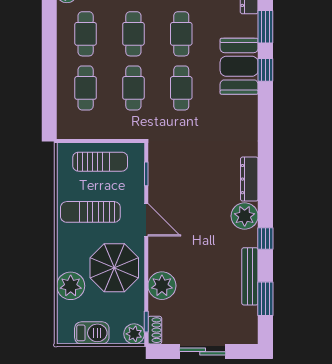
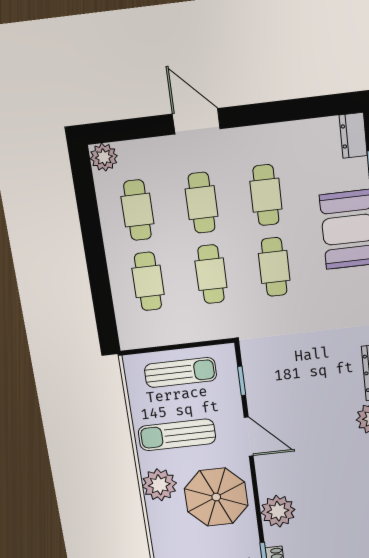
plant: (71, 286) -> (159, 485), moved

